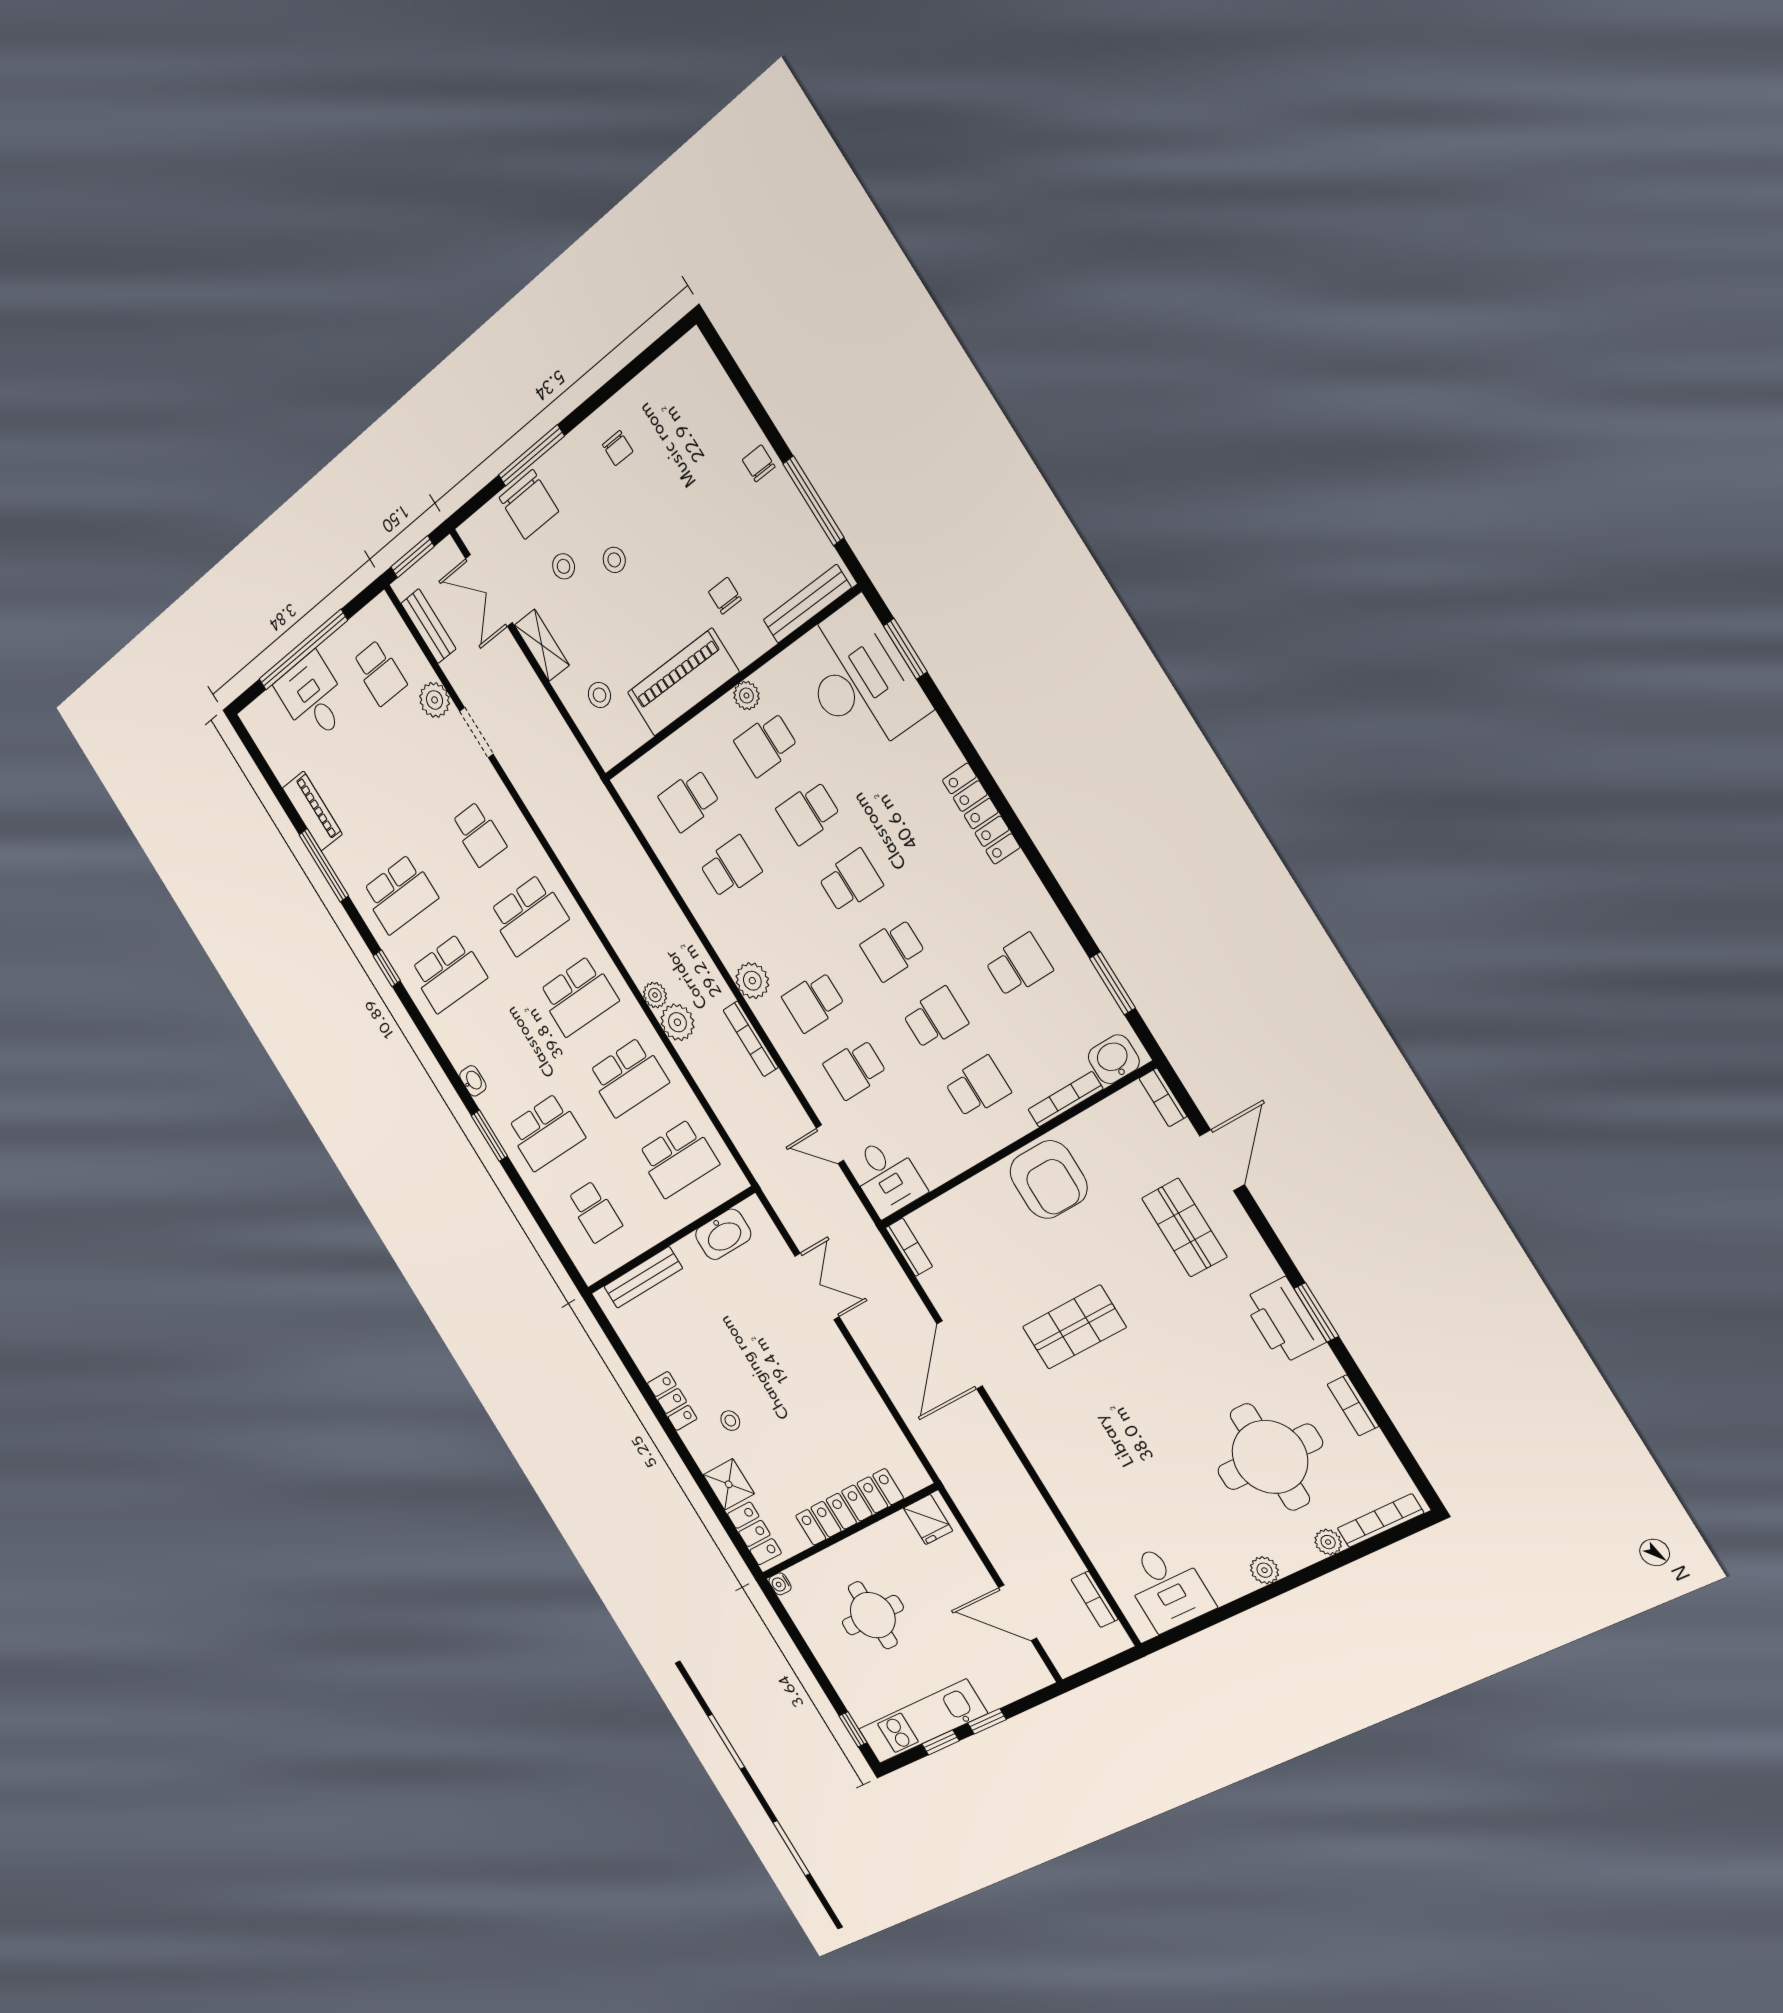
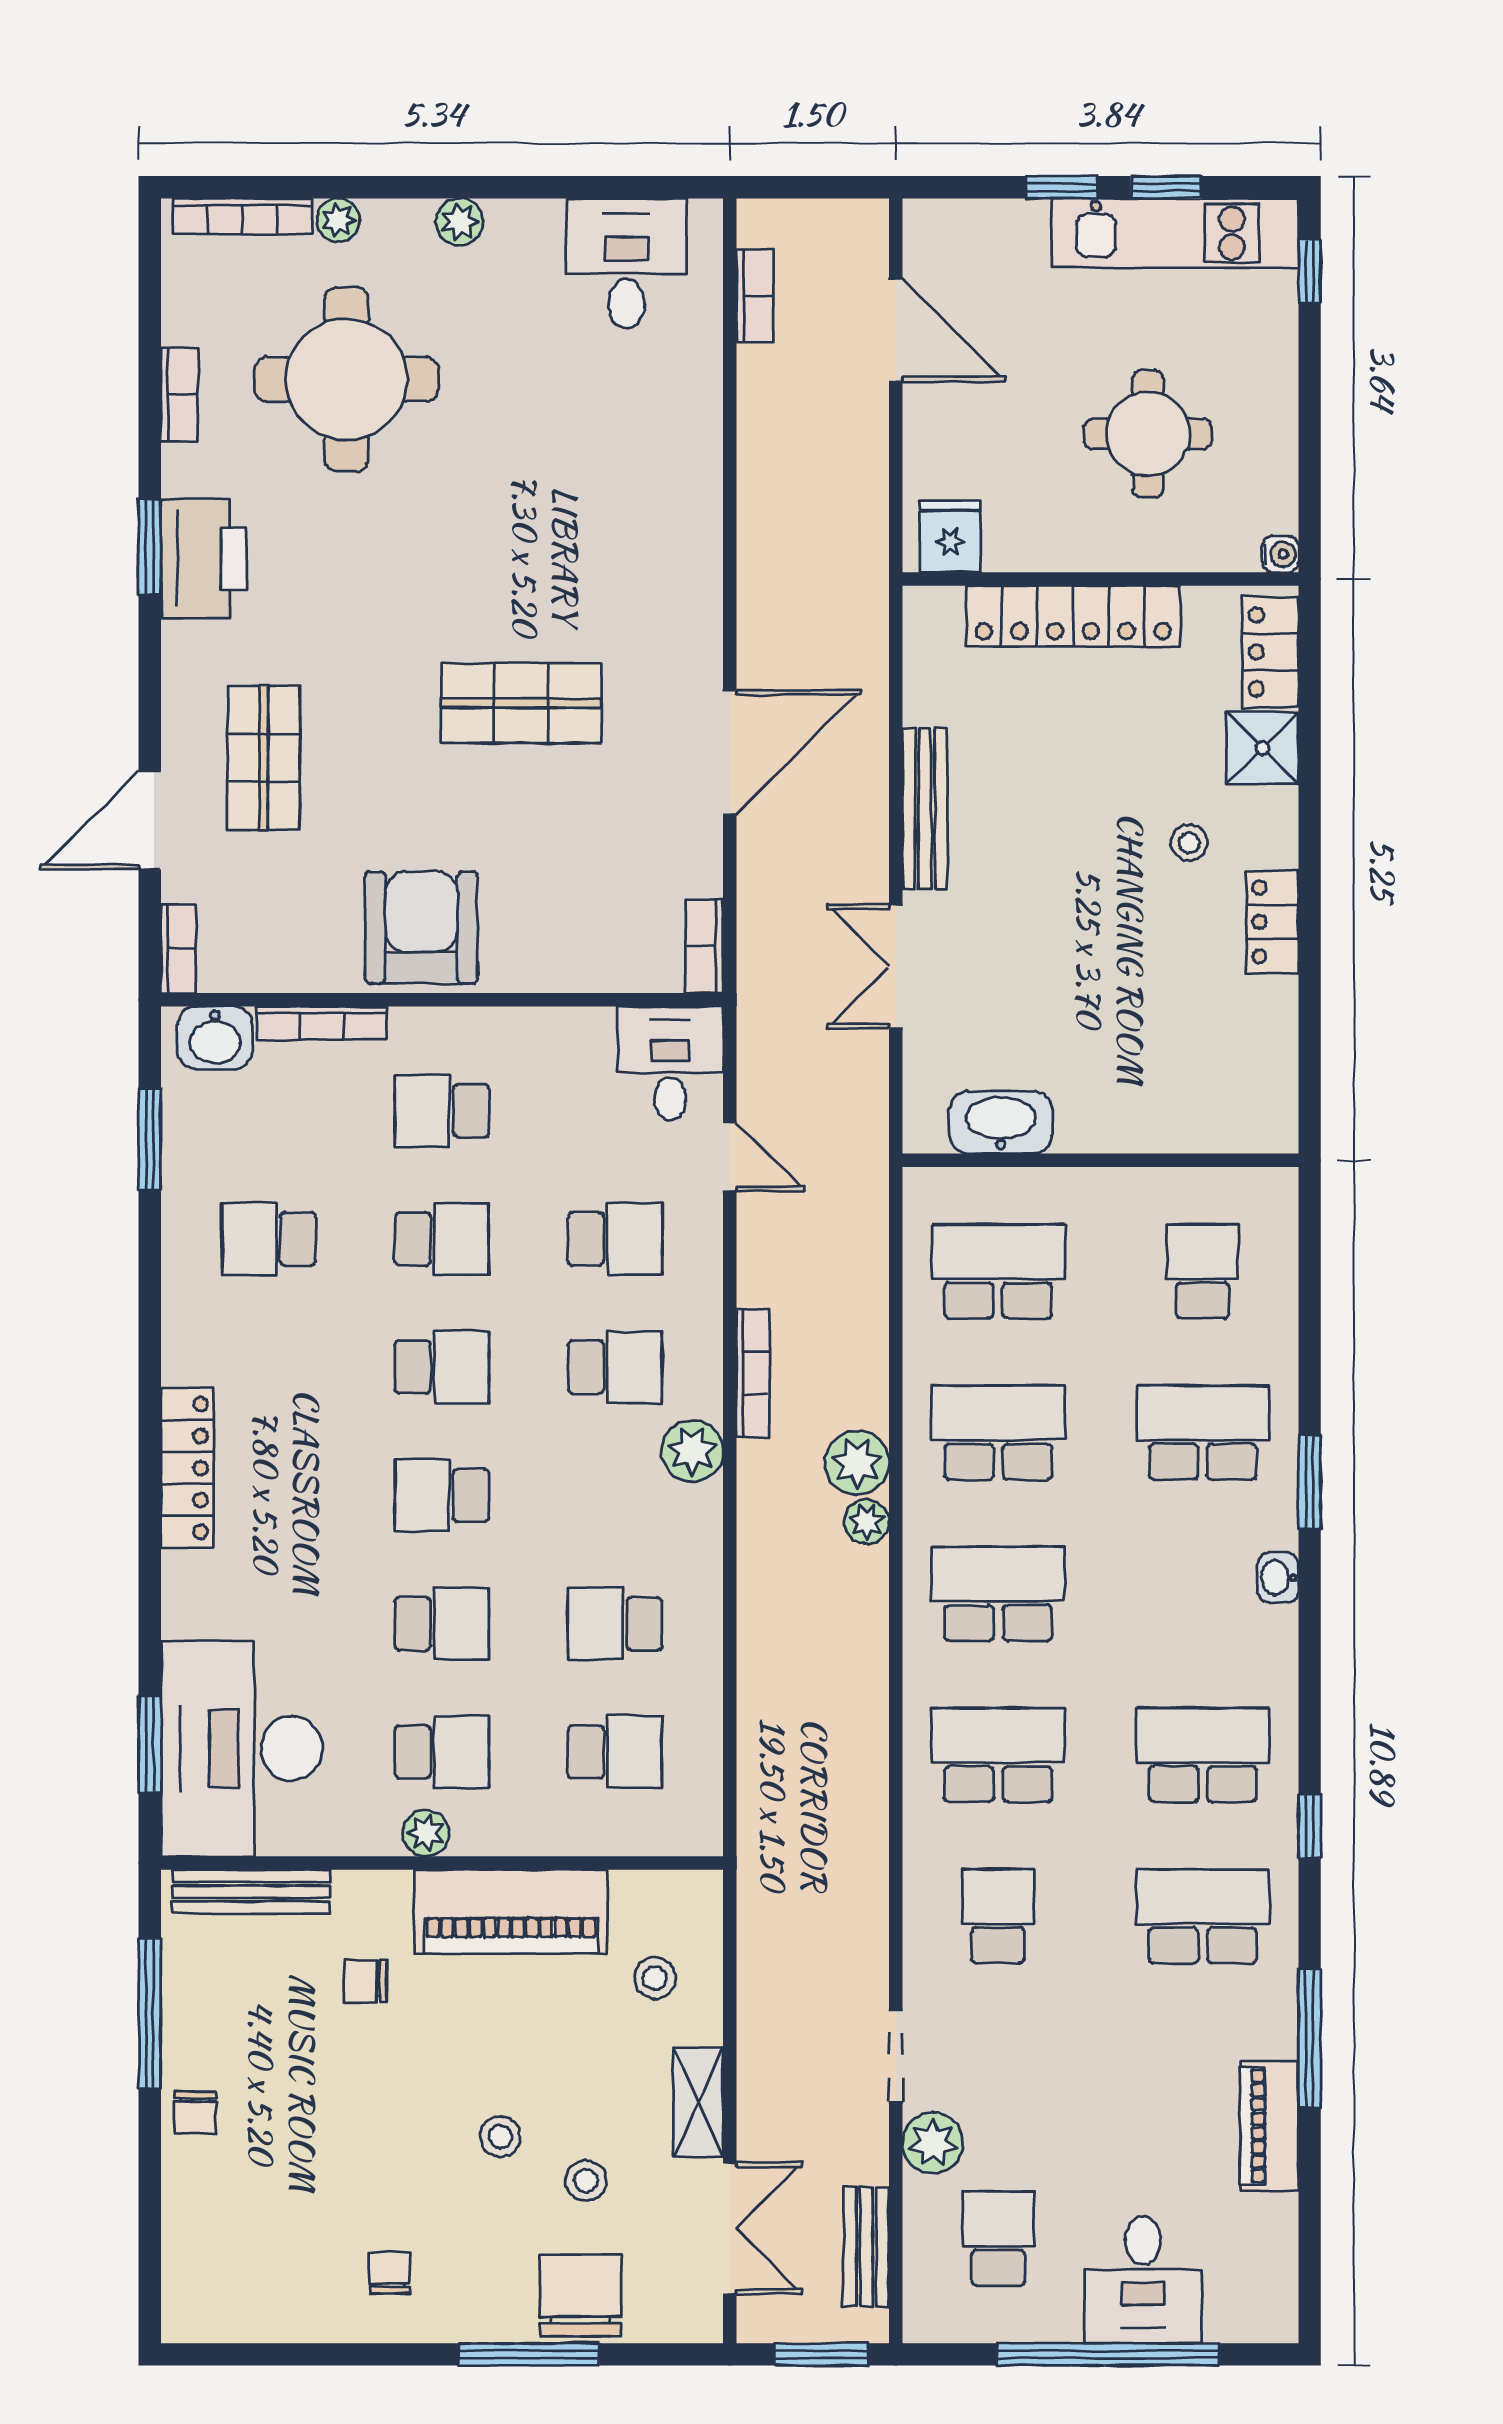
chair: (725, 596) -> (365, 1981), turned 90
school desk: (935, 1018) -> (442, 1239), turned 180
bench: (643, 1277) -> (925, 809), moved, turned 90

